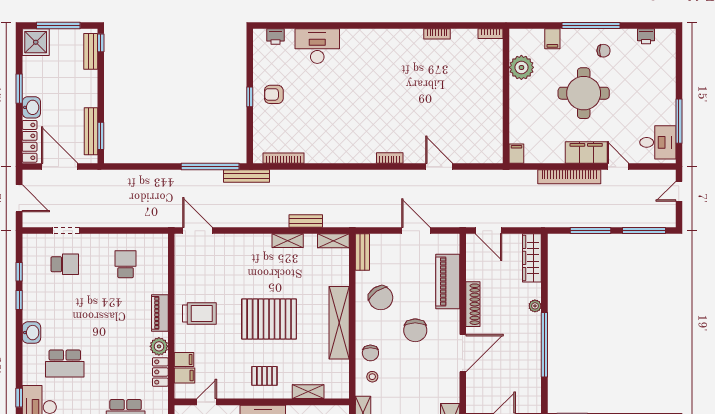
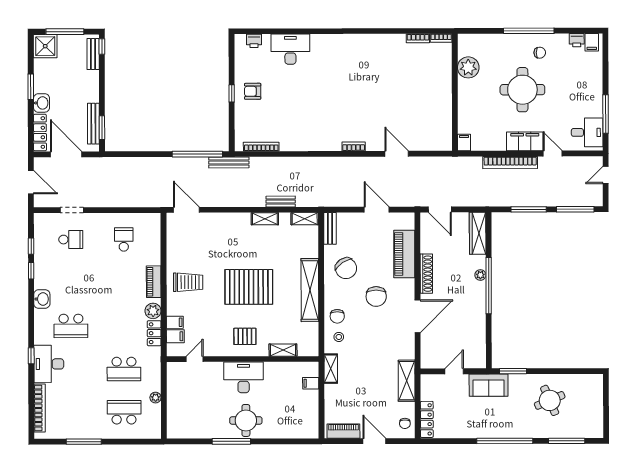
bookcase: (437, 34) -> (418, 38), moved
filing cabinet: (552, 39) -> (592, 42), moved
window: (544, 345) -> (489, 286), moved

